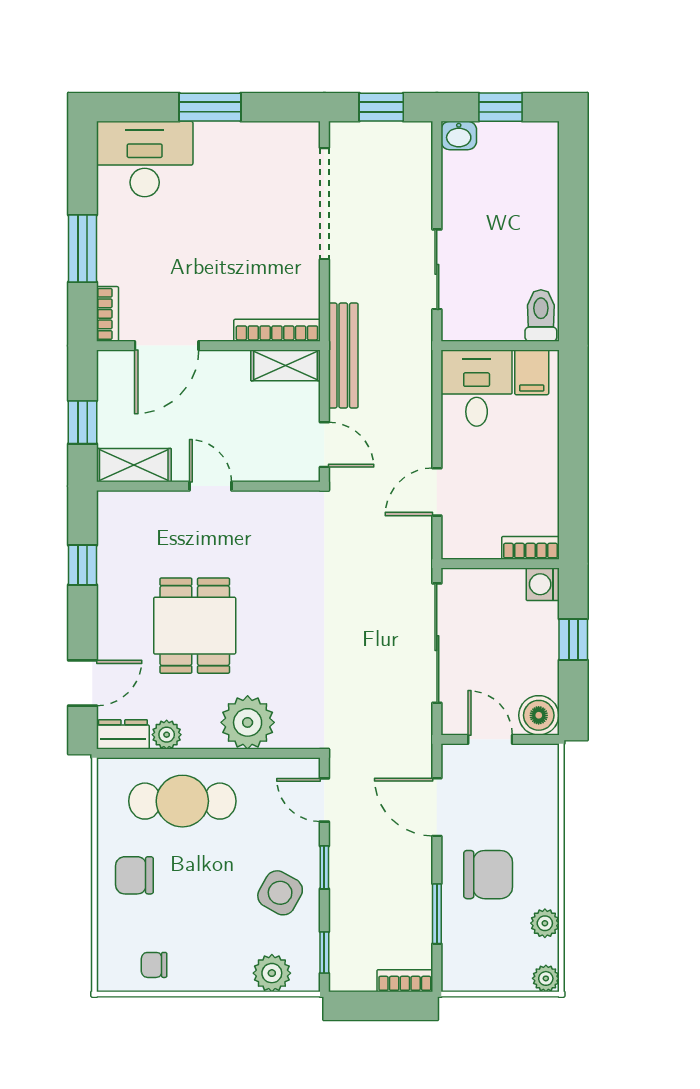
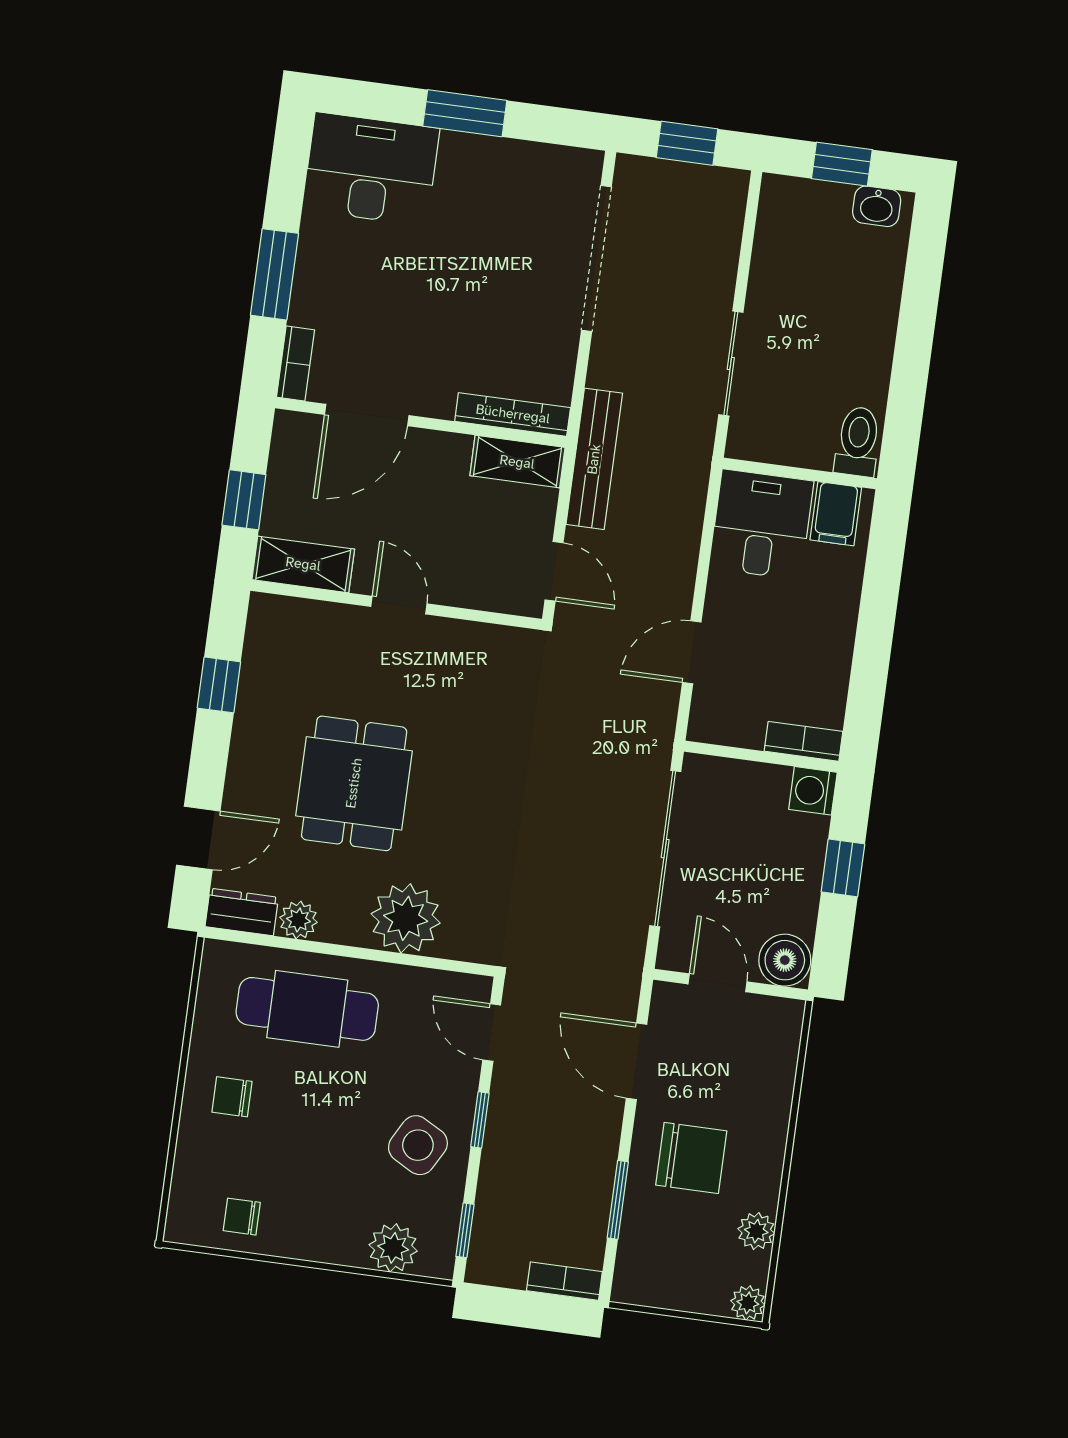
washbasin: (459, 136) -> (877, 206), moved
chair: (134, 875) -> (232, 1097), width x0.73, depth x0.73

